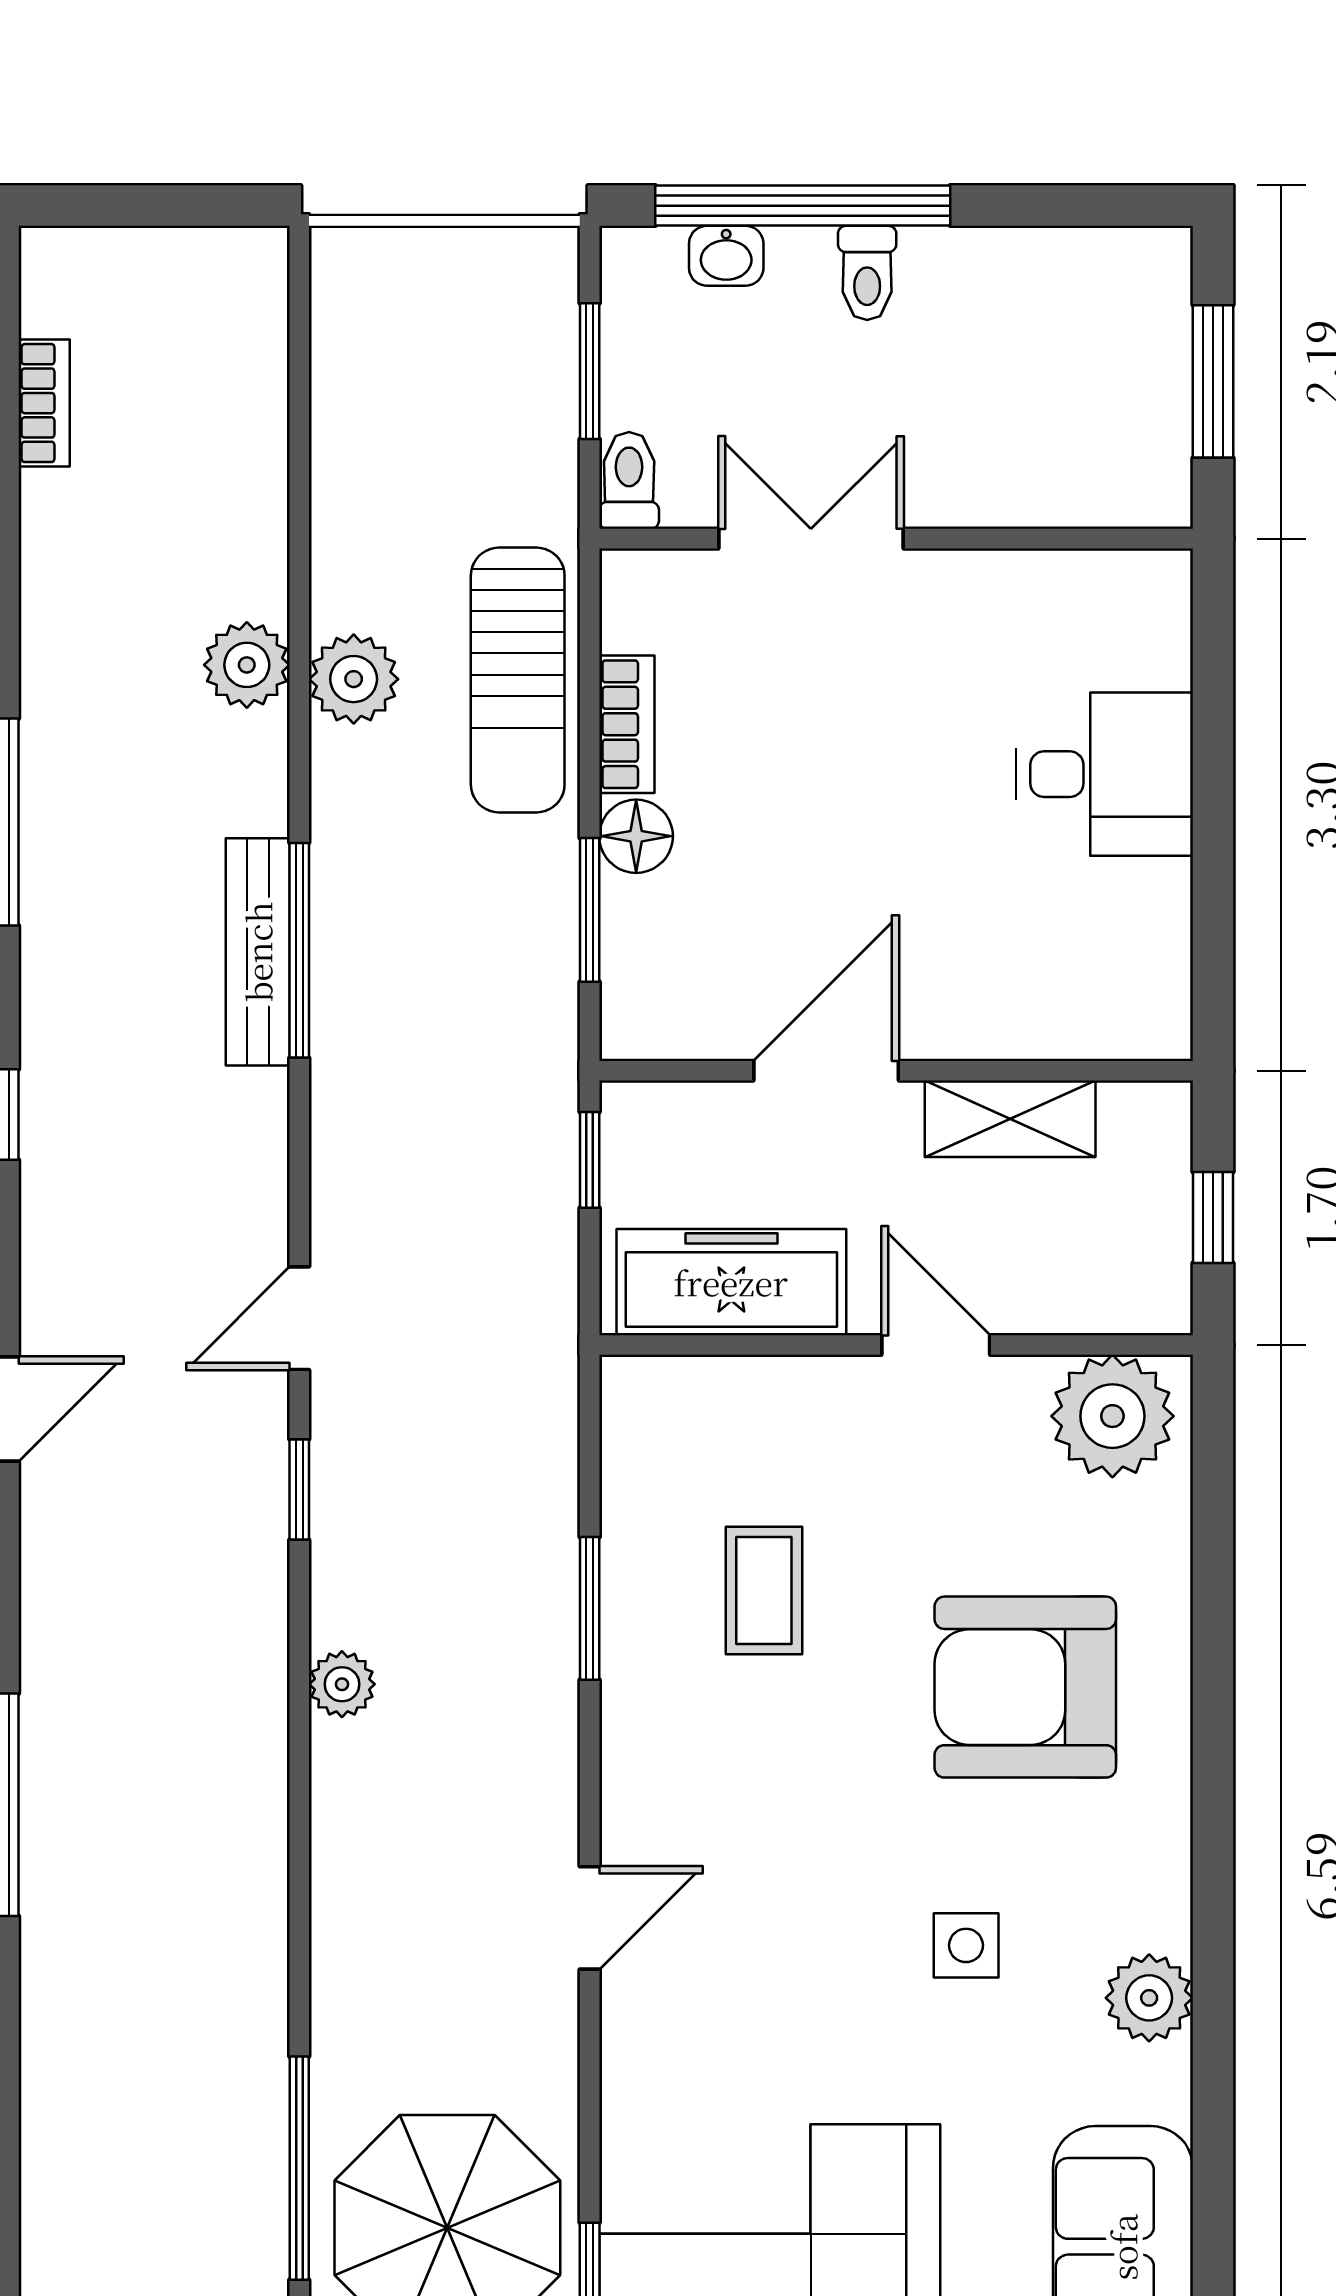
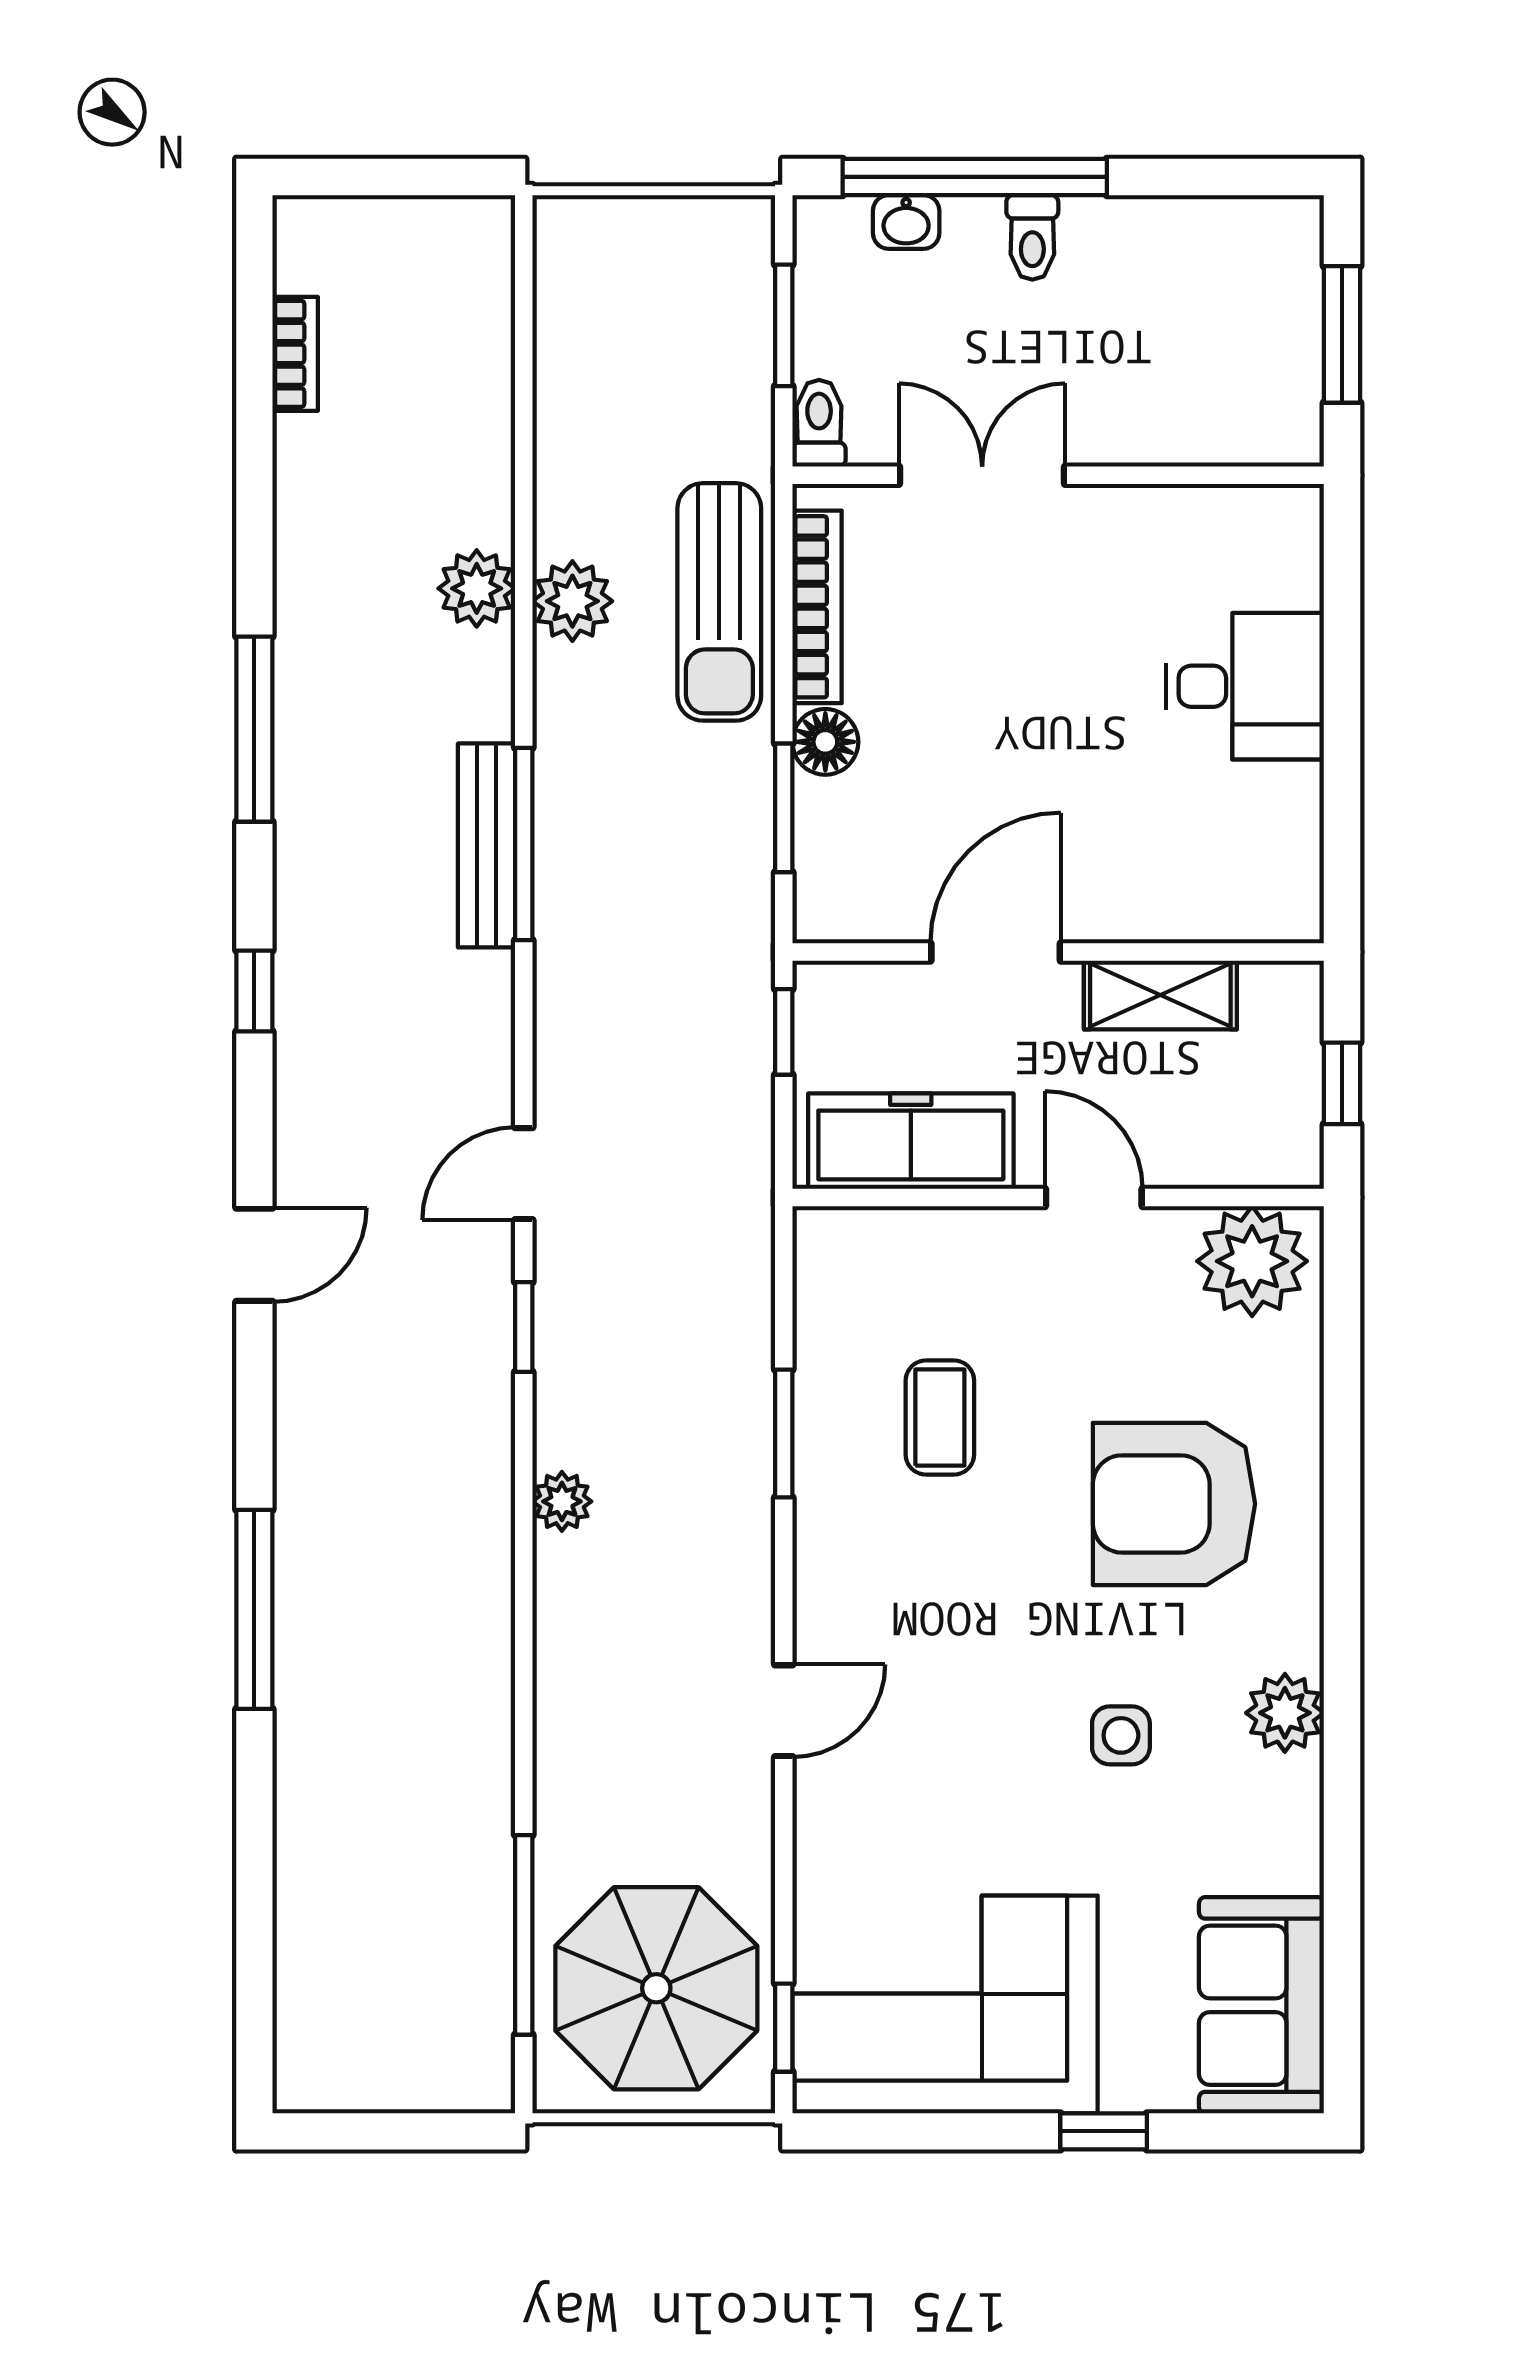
bookcase: (627, 724) -> (817, 607), width x1.56
plant: (1149, 1998) -> (1285, 1713), moved

